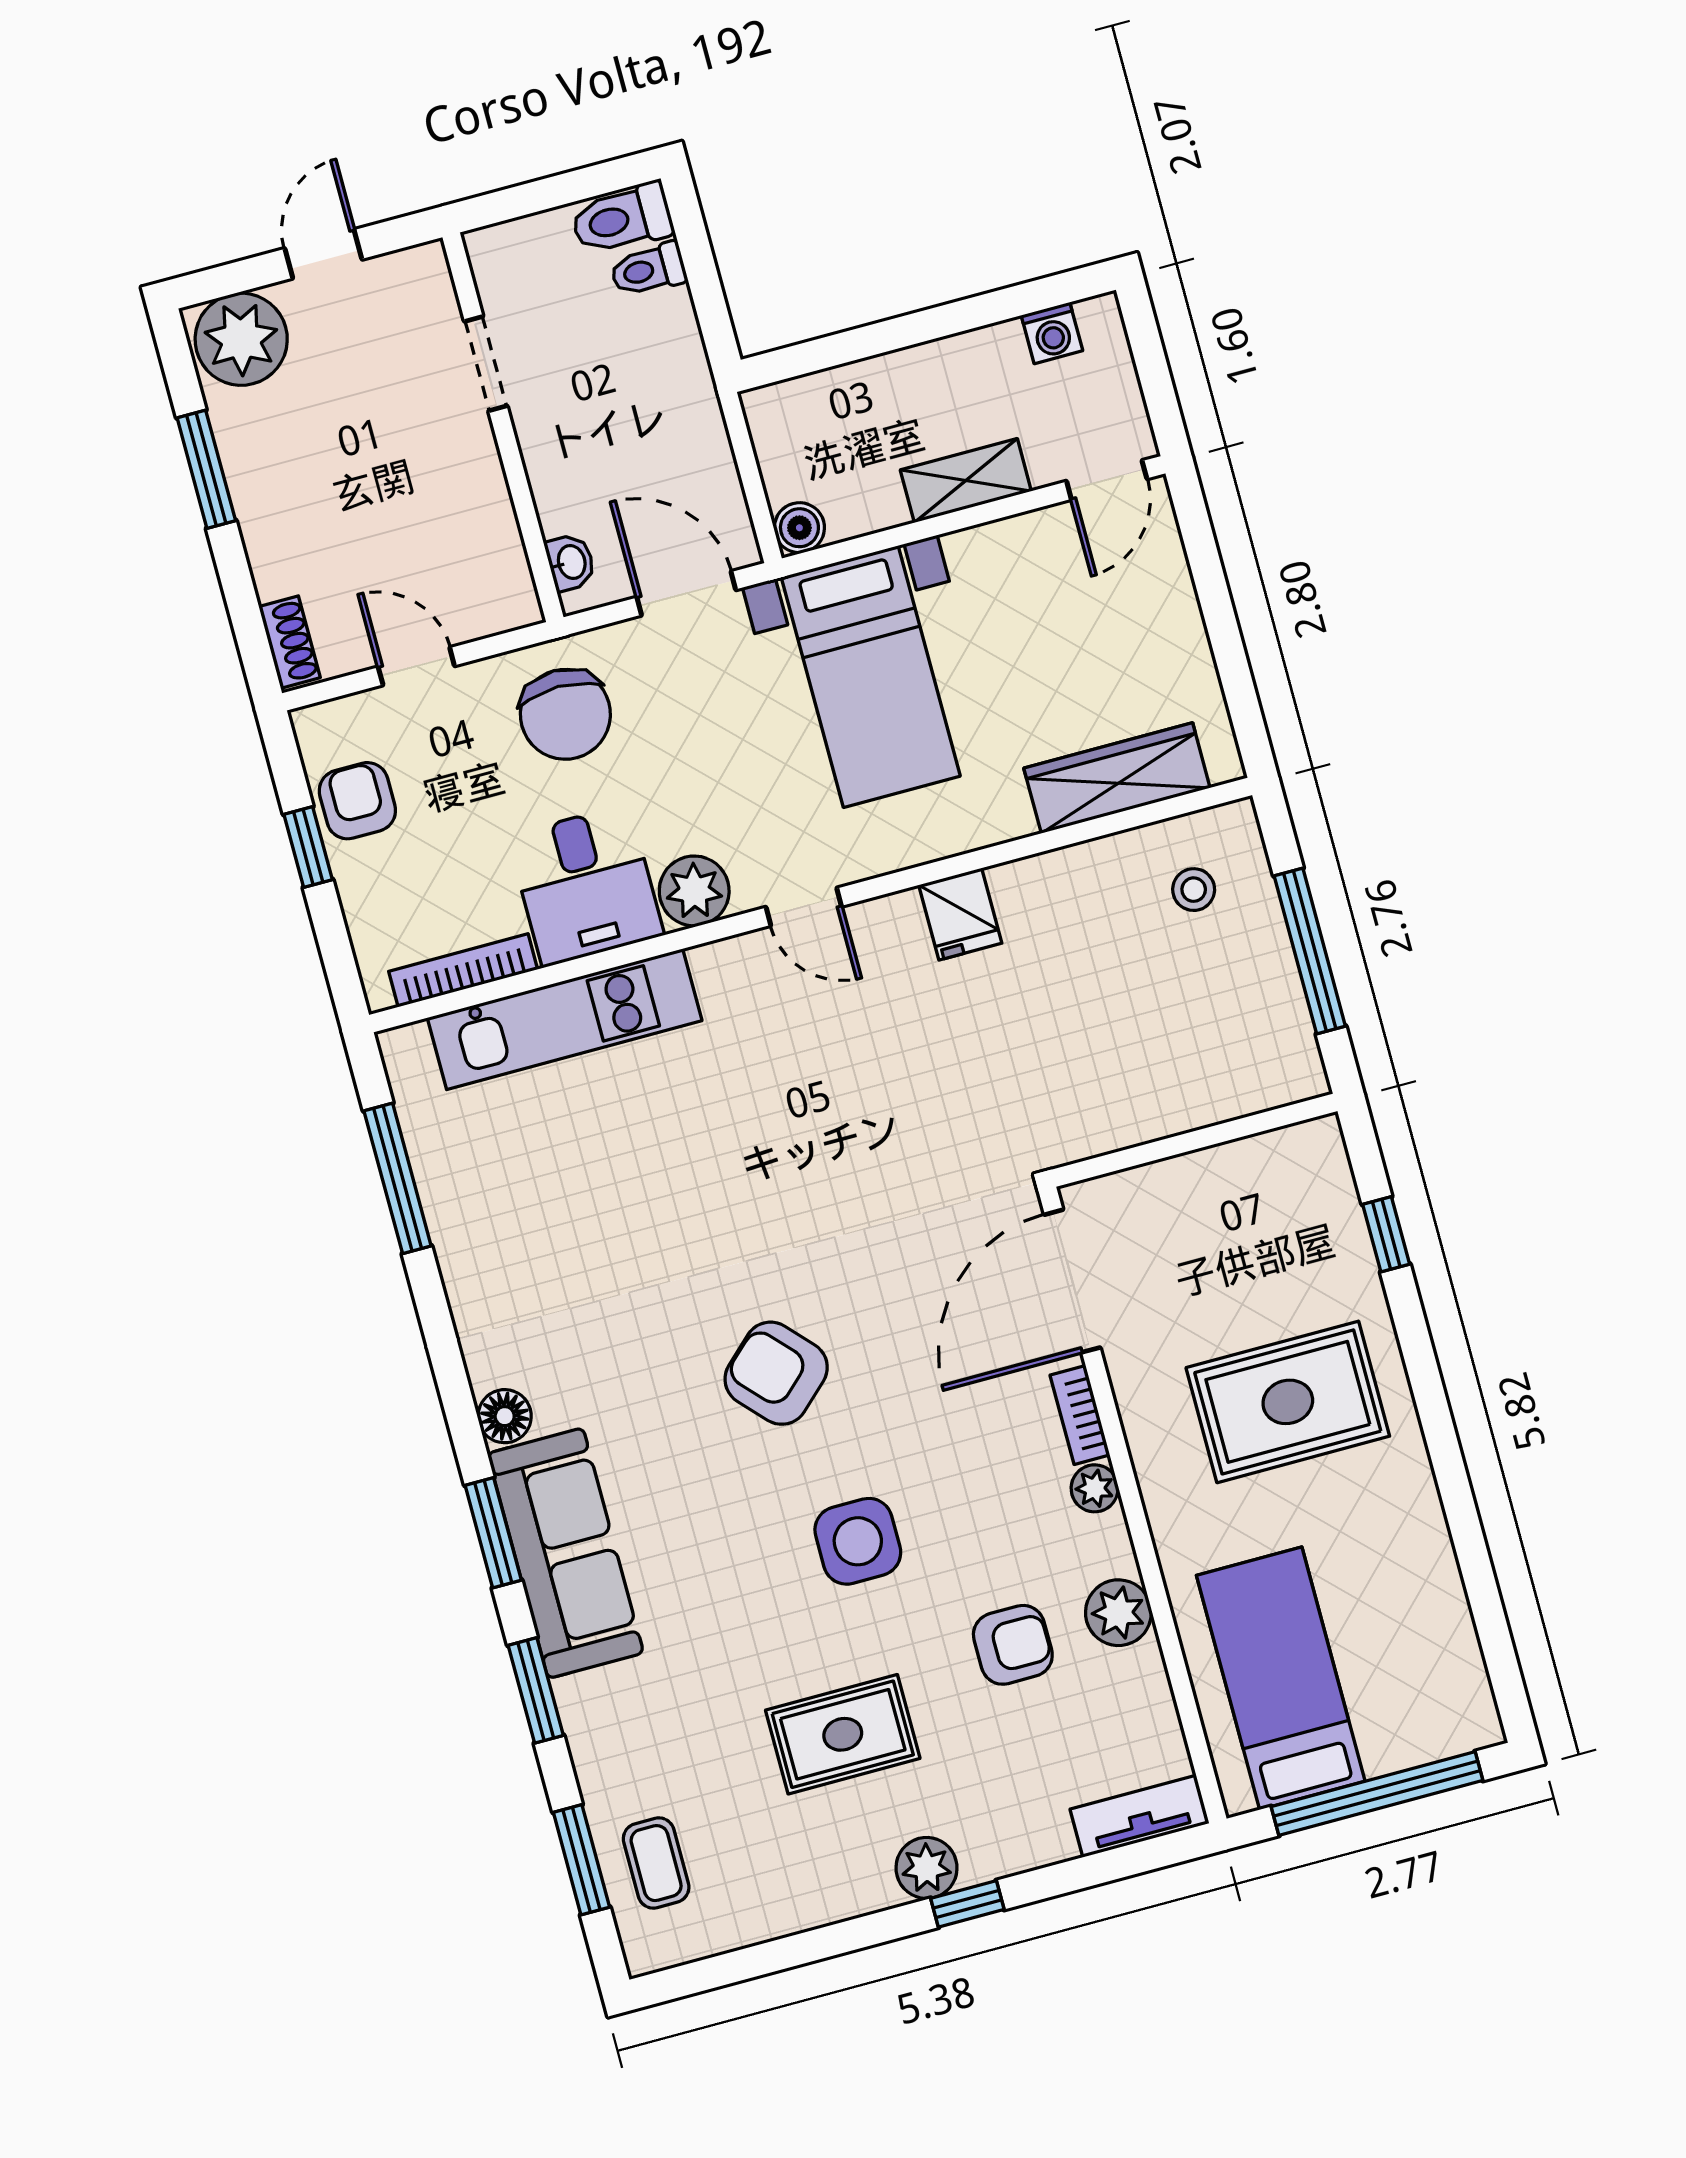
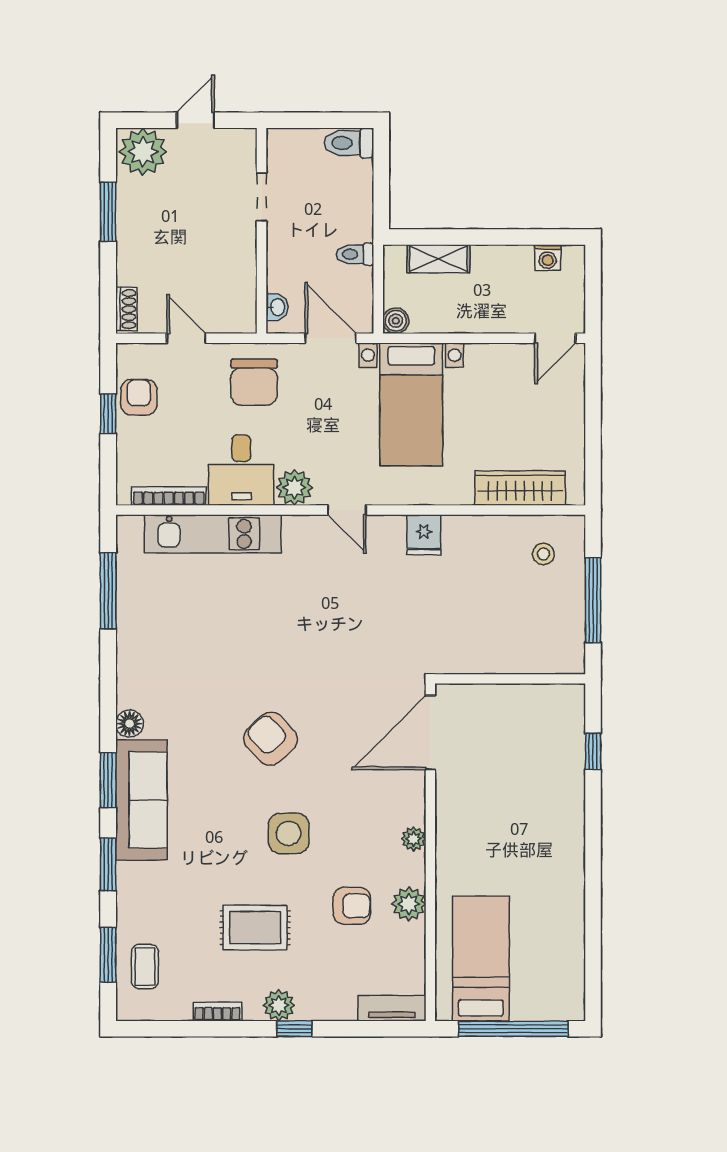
toilet: (648, 270) -> (355, 254), moved
shelving: (966, 481) -> (438, 259), moved
rug: (1288, 1402) -> (521, 822), removed
bookcase: (1080, 1415) -> (217, 1012), moved, turned 90

